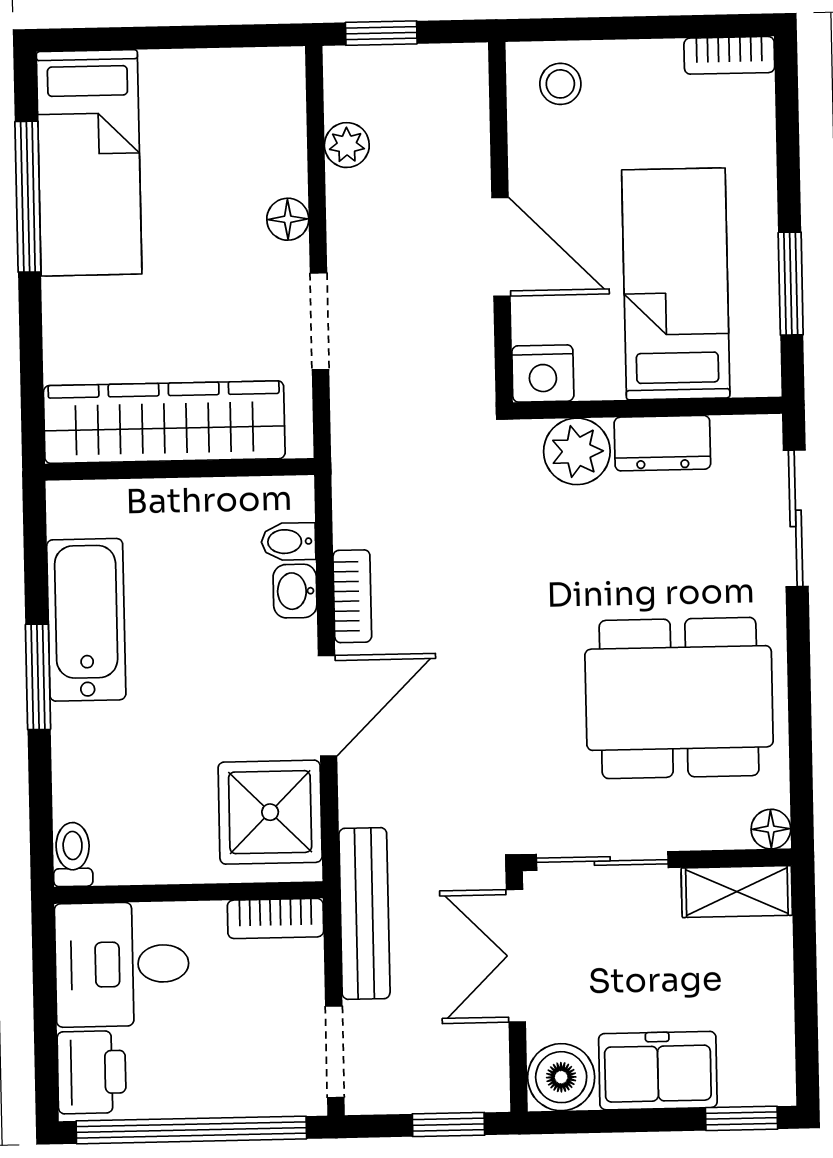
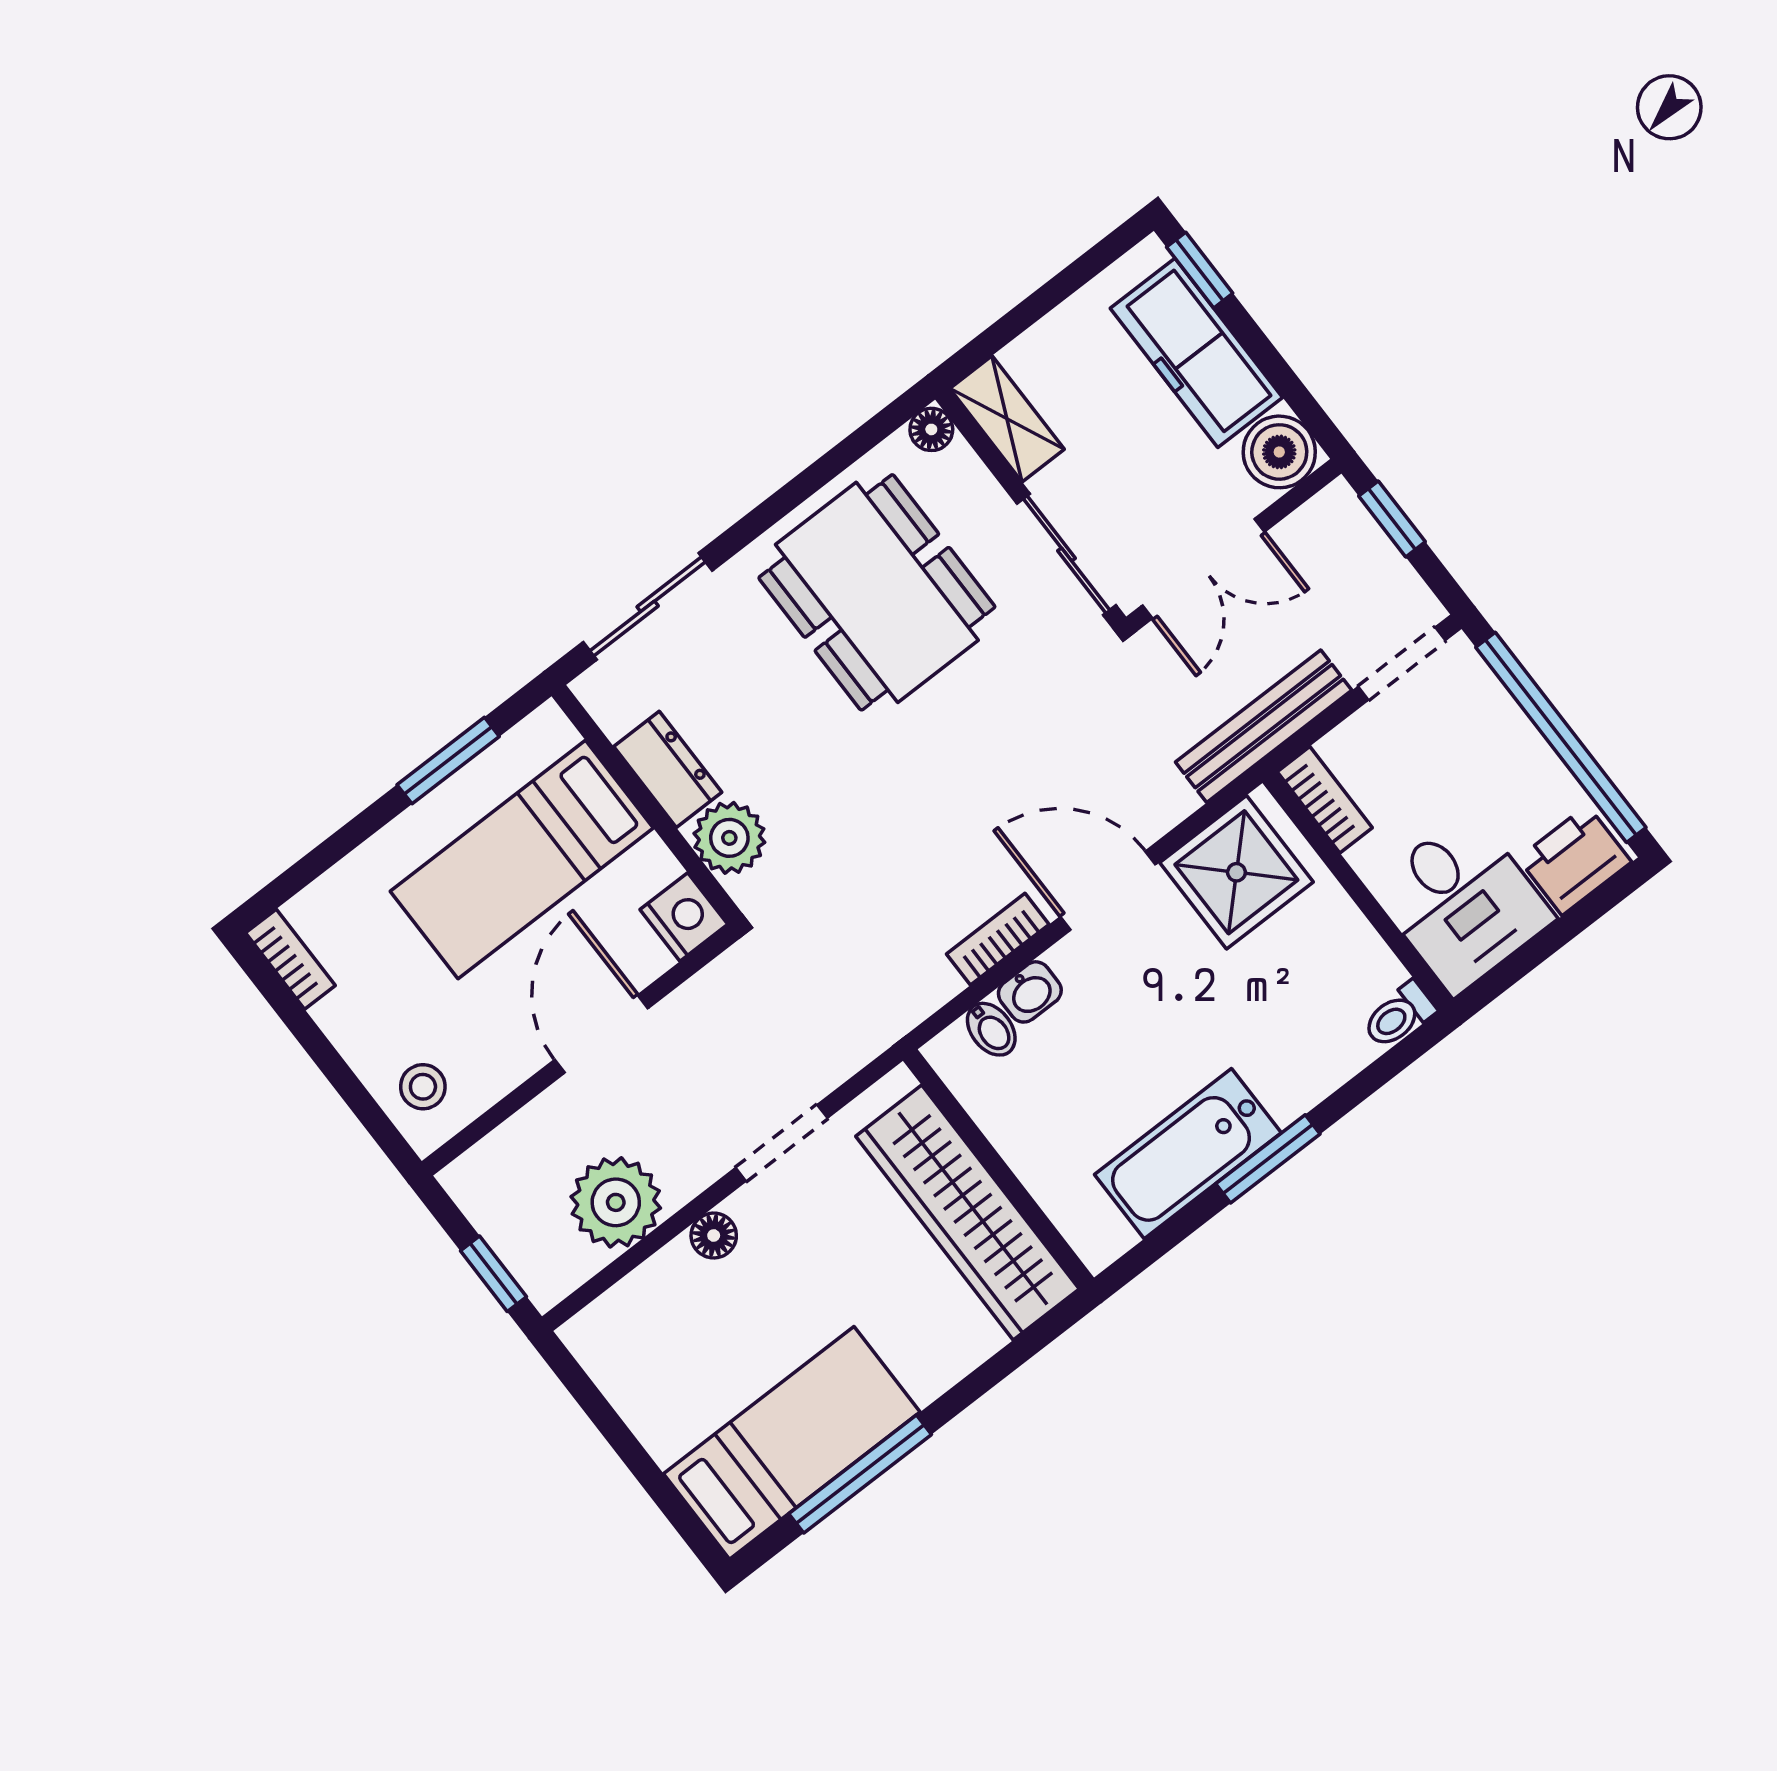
plant: (347, 145) -> (616, 1202), width x1.88, depth x1.88
freezer: (658, 1071) -> (1196, 353), width x1.40

